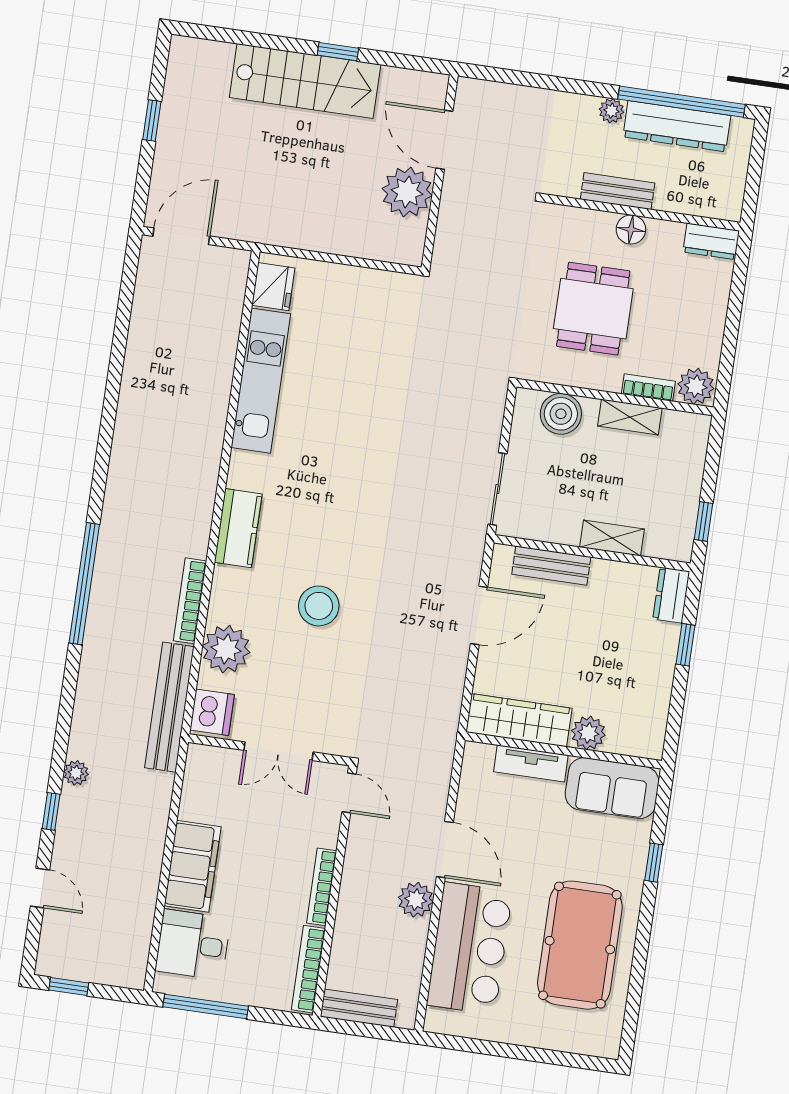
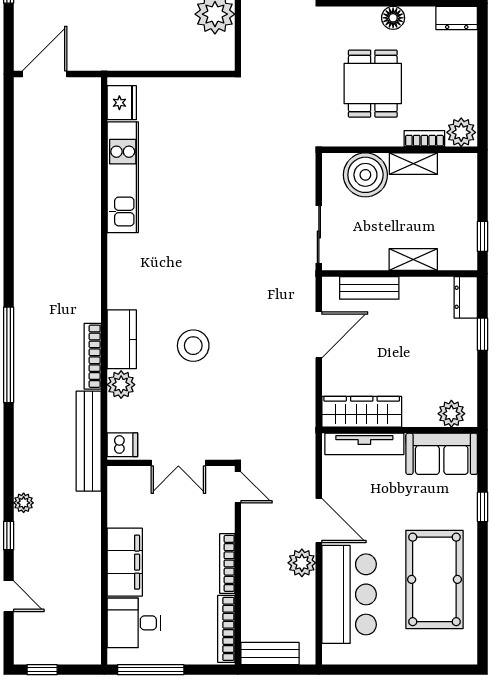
boiler: (561, 414) -> (365, 175), width x1.37, depth x1.37
kitchen counter: (238, 528) -> (122, 339), moved
plant: (226, 649) -> (121, 385), width x0.73, depth x0.73
dishwasher: (212, 712) -> (122, 445), width x0.73
plant: (588, 733) -> (451, 414), moved
tv unit: (531, 763) -> (364, 444), width x1.41

